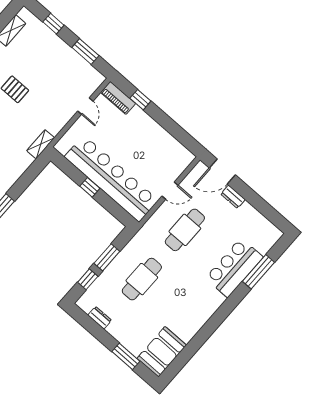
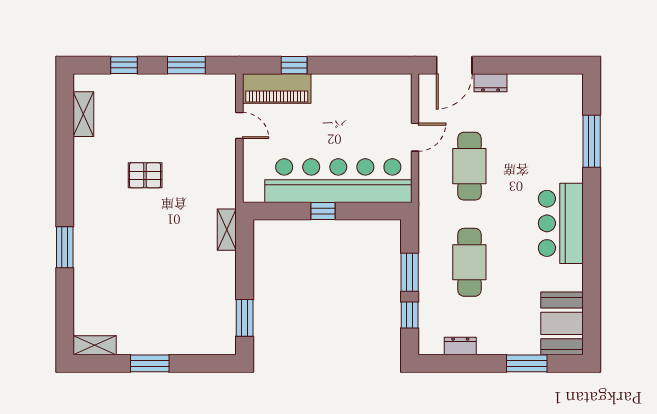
piano: (118, 98) -> (277, 88), width x1.37, depth x1.33
shelving: (41, 144) -> (227, 230), moved
bar counter: (234, 268) -> (561, 223), moved

